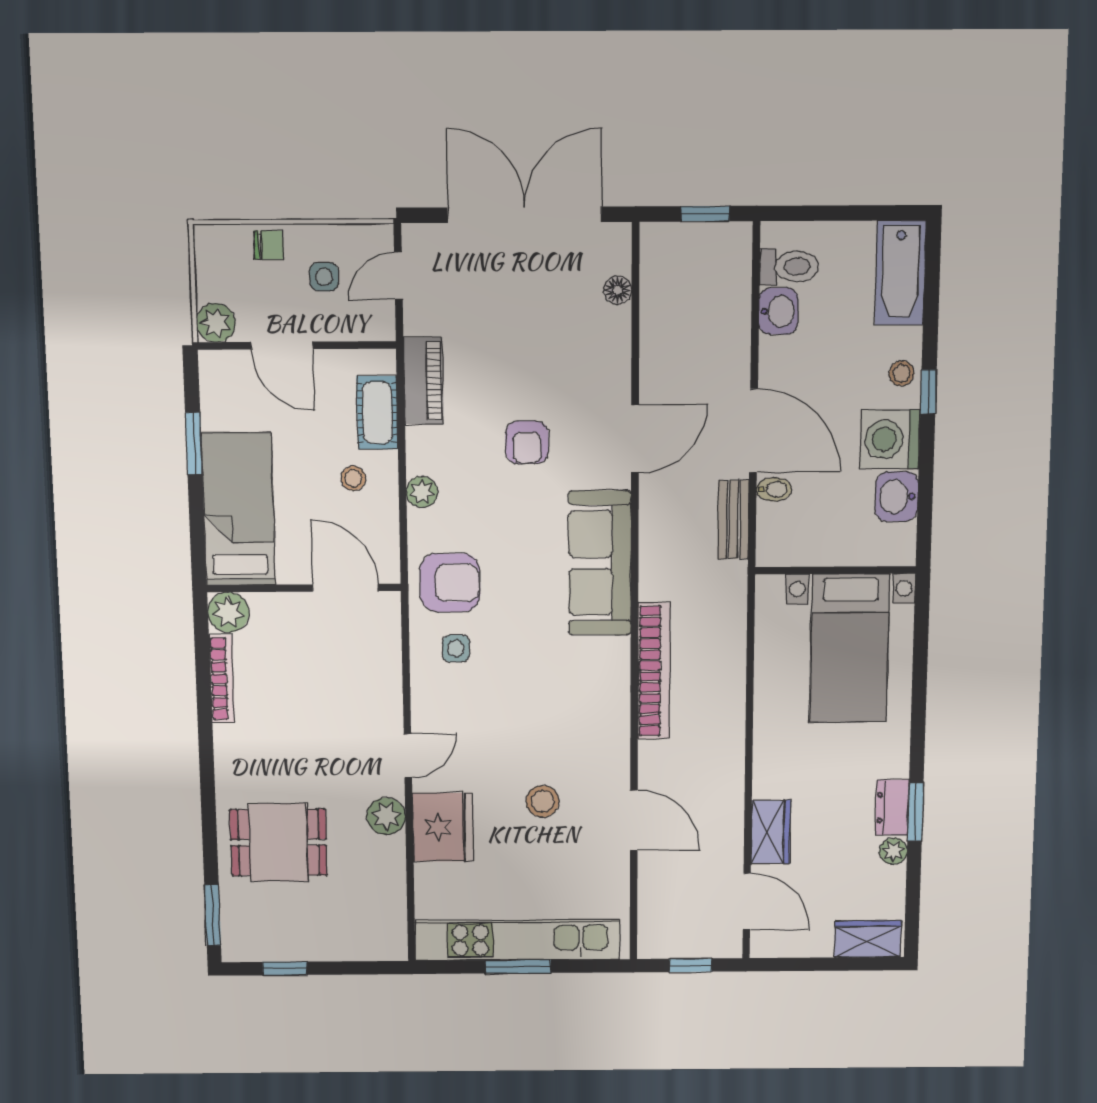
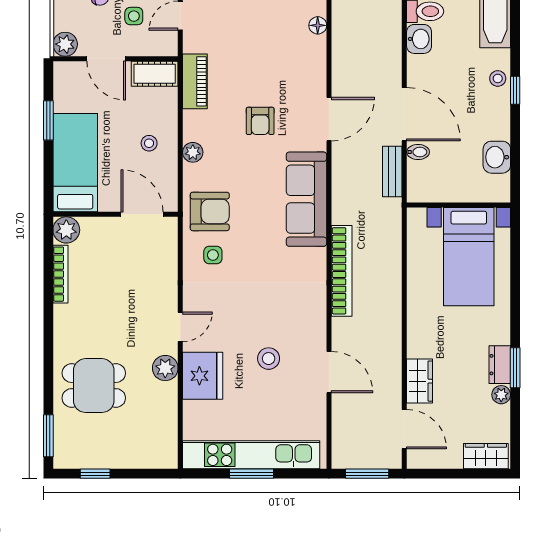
cot: (377, 413) -> (155, 74), moved, turned 90
washing machine: (890, 439) -> (491, 120), removed
window: (690, 965) -> (367, 474), width x1.50

